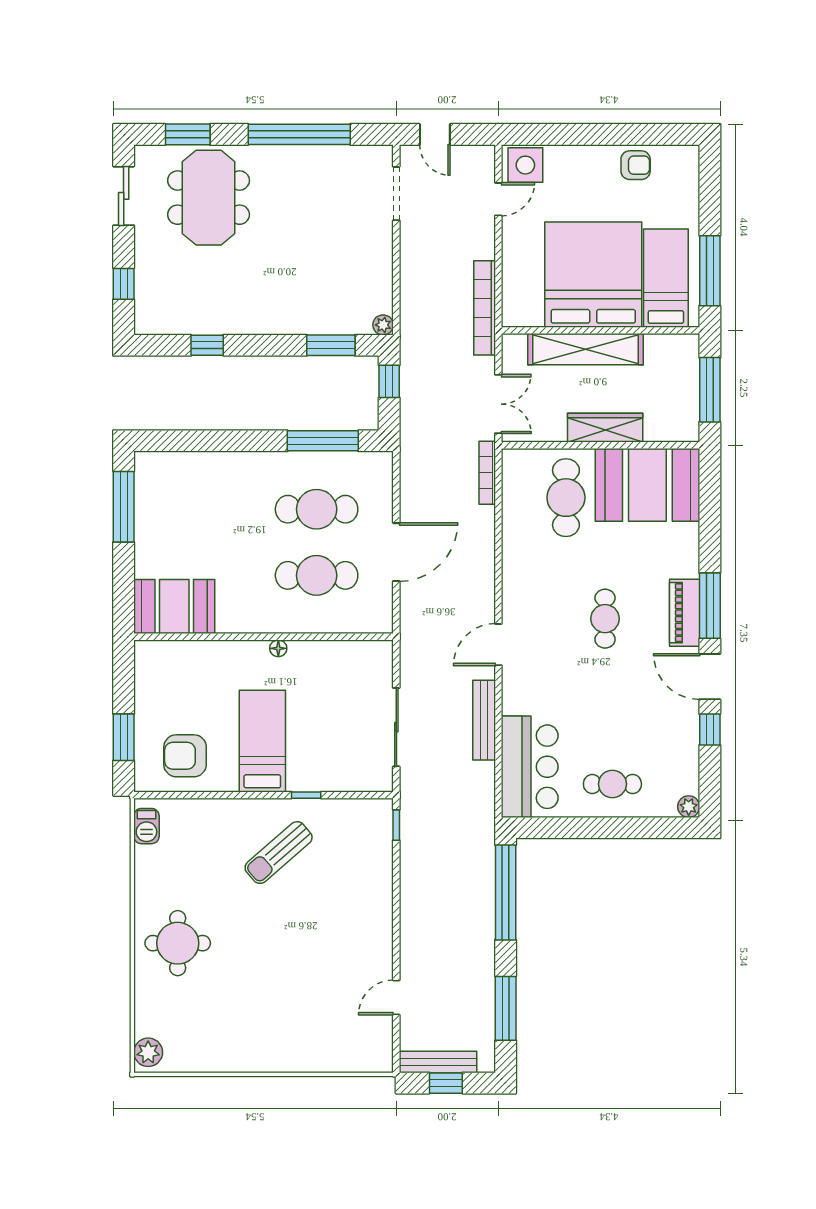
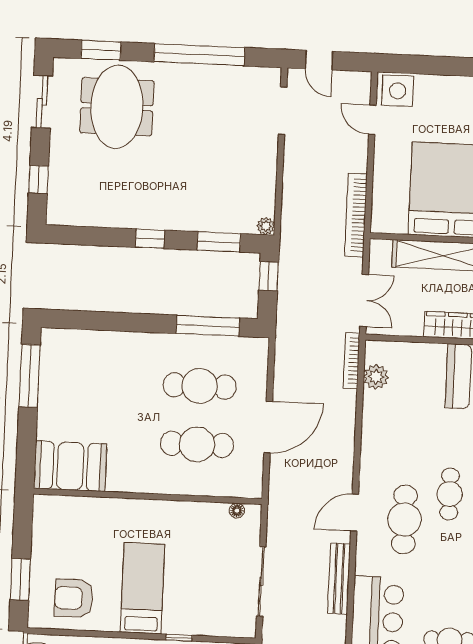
door: (498, 199) -> (372, 120), swing flipped
window: (207, 345) -> (150, 239), moved
plant: (516, 490) -> (376, 377), added
cafe table: (566, 498) -> (404, 519), moved
floor lamp: (278, 648) -> (237, 511), moved

